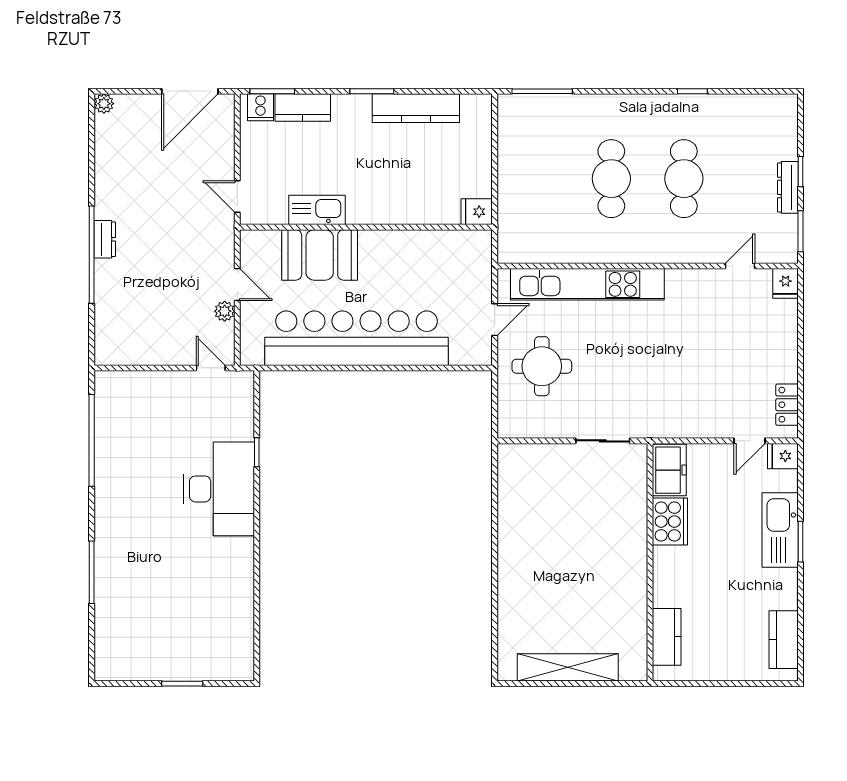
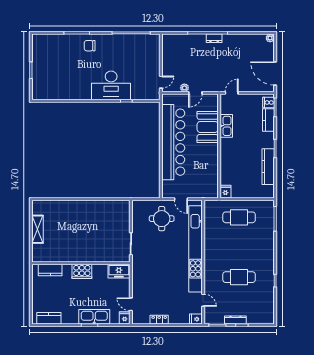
cafe table: (611, 179) -> (239, 217), moved
kitchen unit: (587, 284) -> (195, 249), width x1.36
locker: (787, 405) -> (159, 320), moved
cooker: (670, 522) -> (82, 271), moved
chair: (123, 541) -> (90, 46), added
shelving: (568, 667) -> (38, 229), width x0.68

